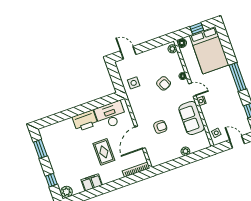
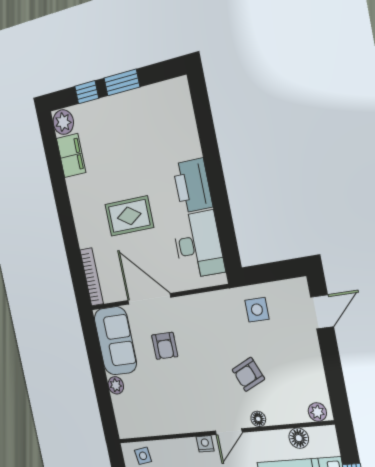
floor lamp: (182, 43) -> (299, 438), moved
sofa: (192, 118) -> (115, 341), moved, turned 90
window: (40, 149) -> (122, 82), moved
filing cabinet: (92, 182) -> (71, 155), moved

